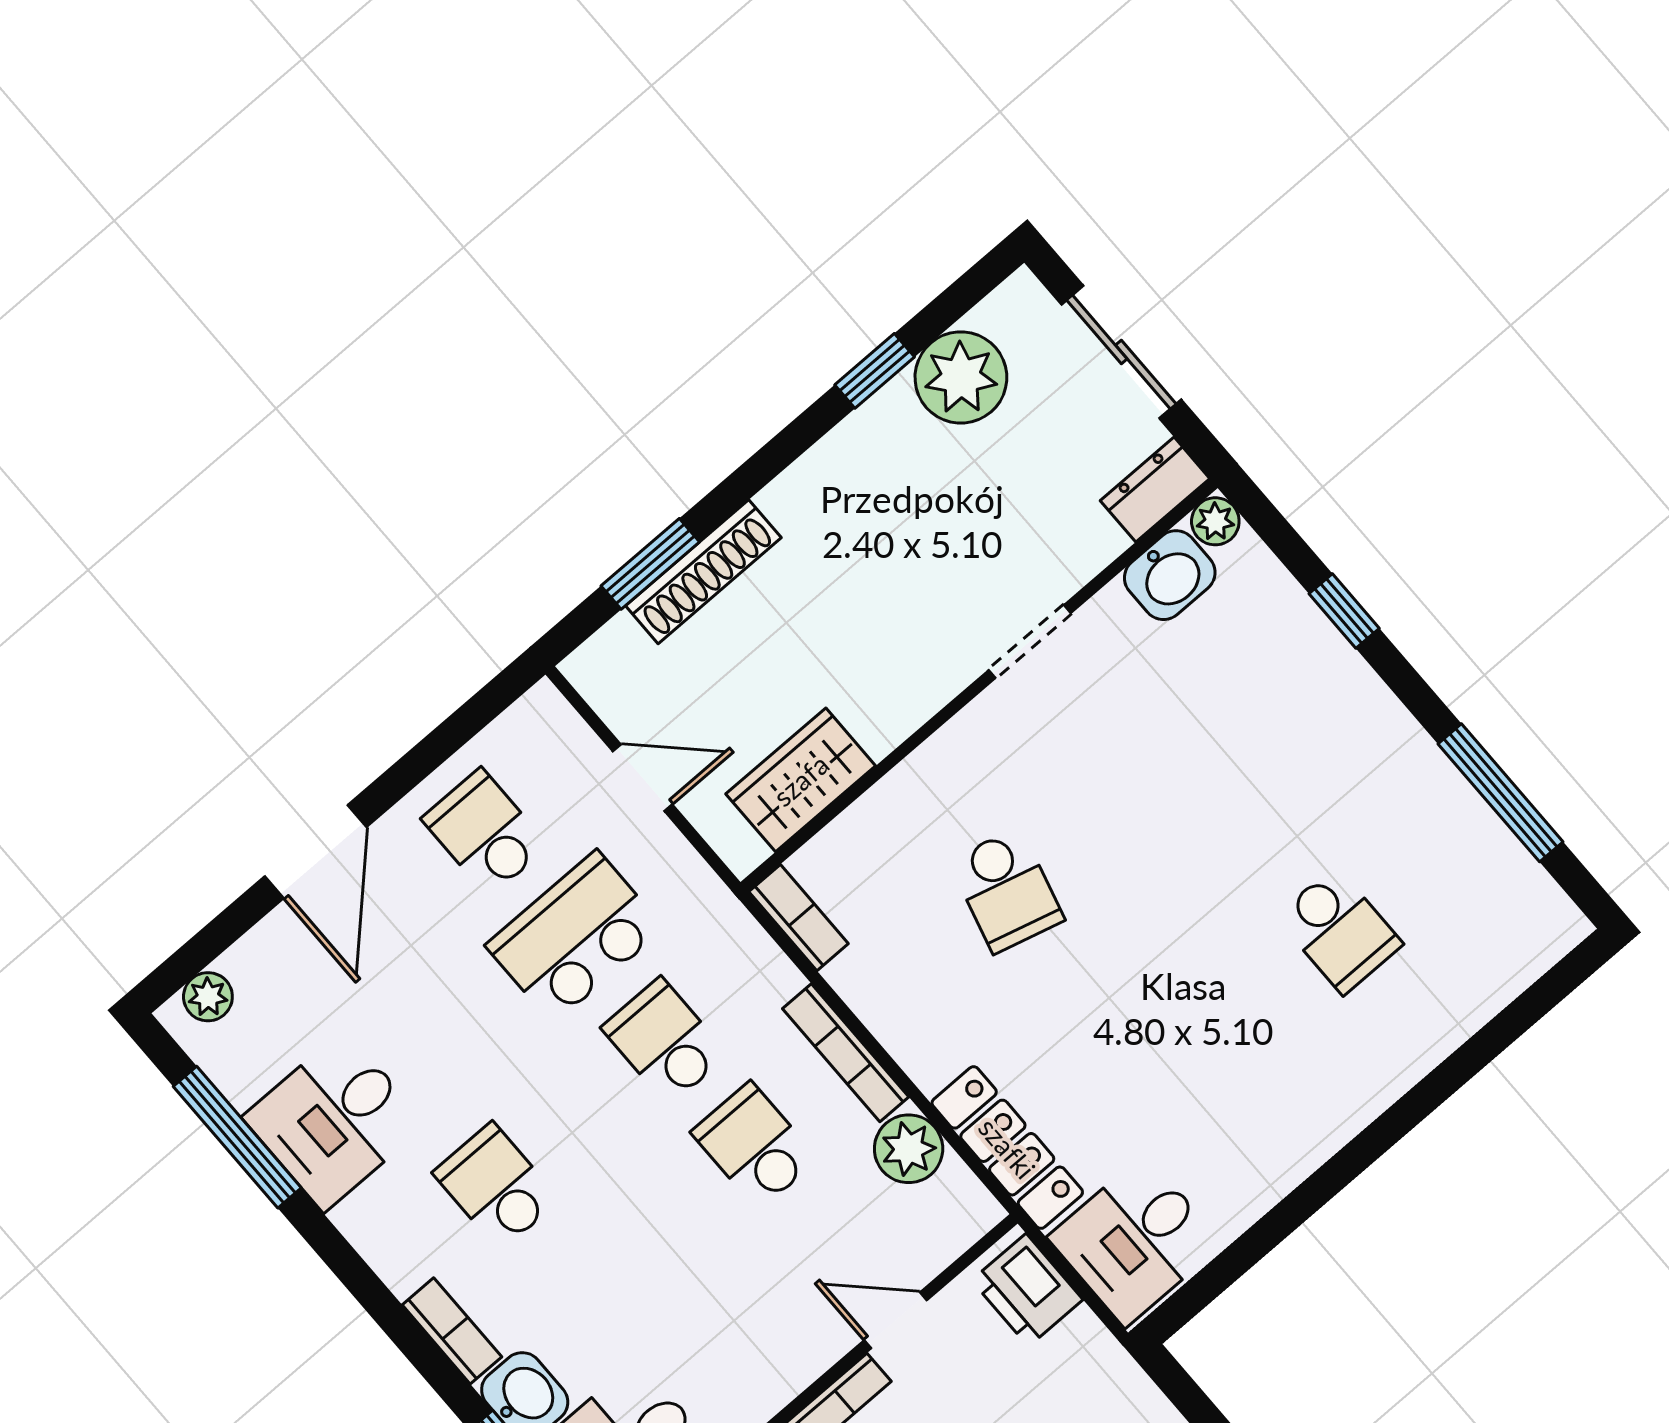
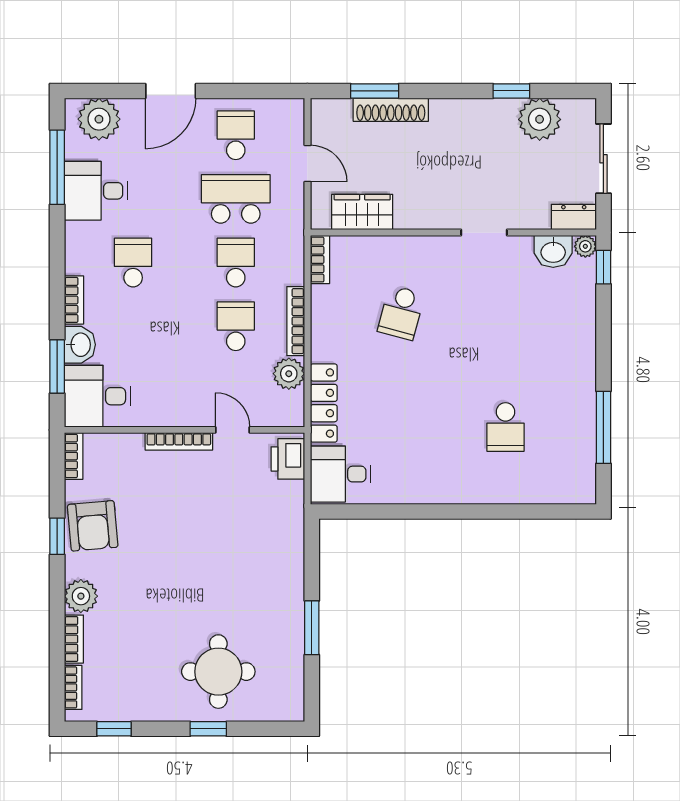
window: (1344, 611) -> (603, 267), moved
plant: (208, 997) -> (99, 119), width x1.88, depth x1.88

